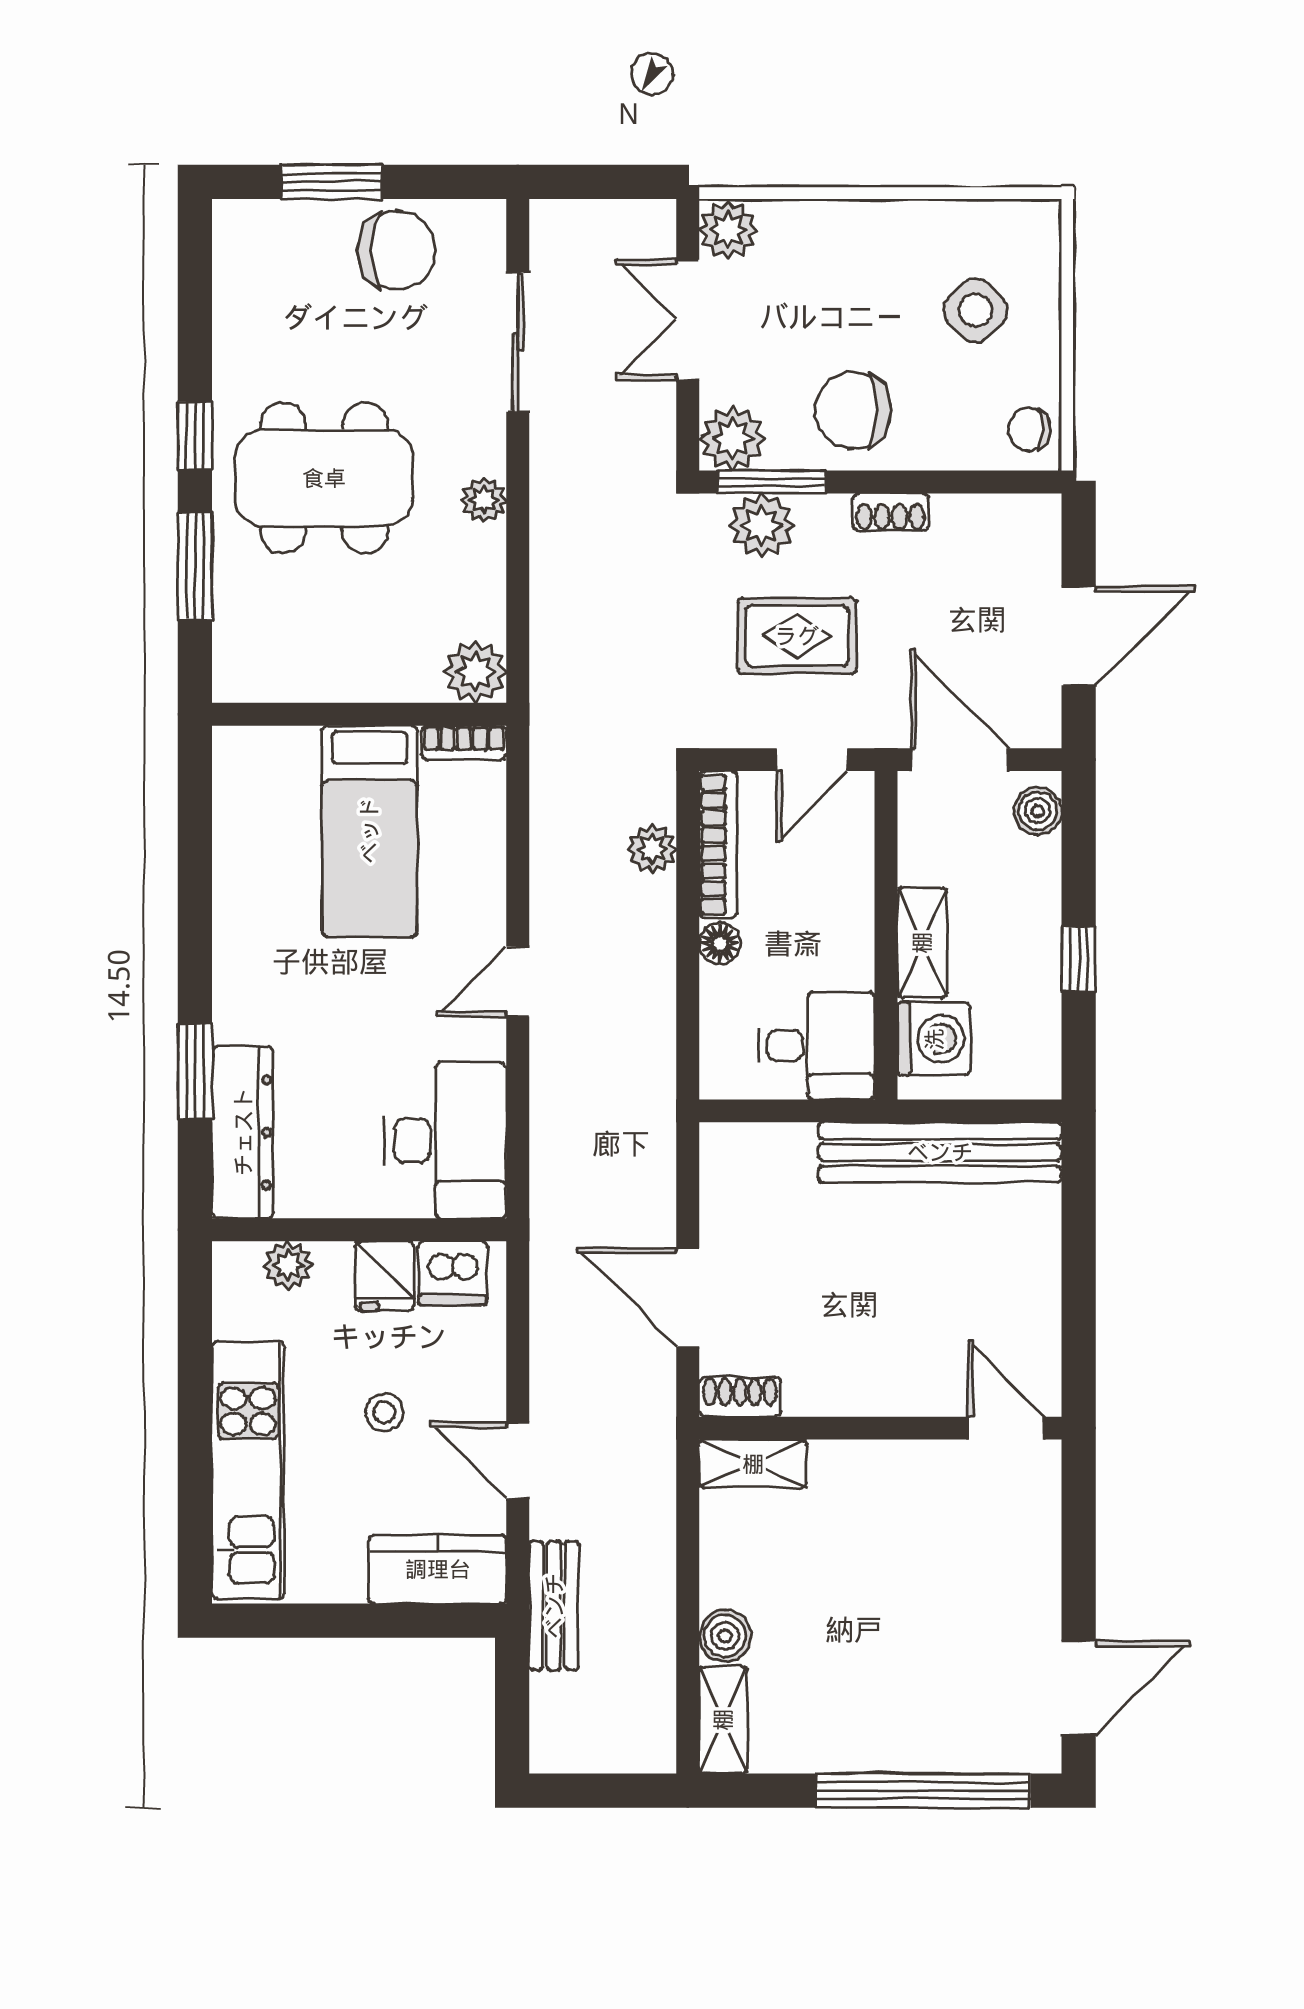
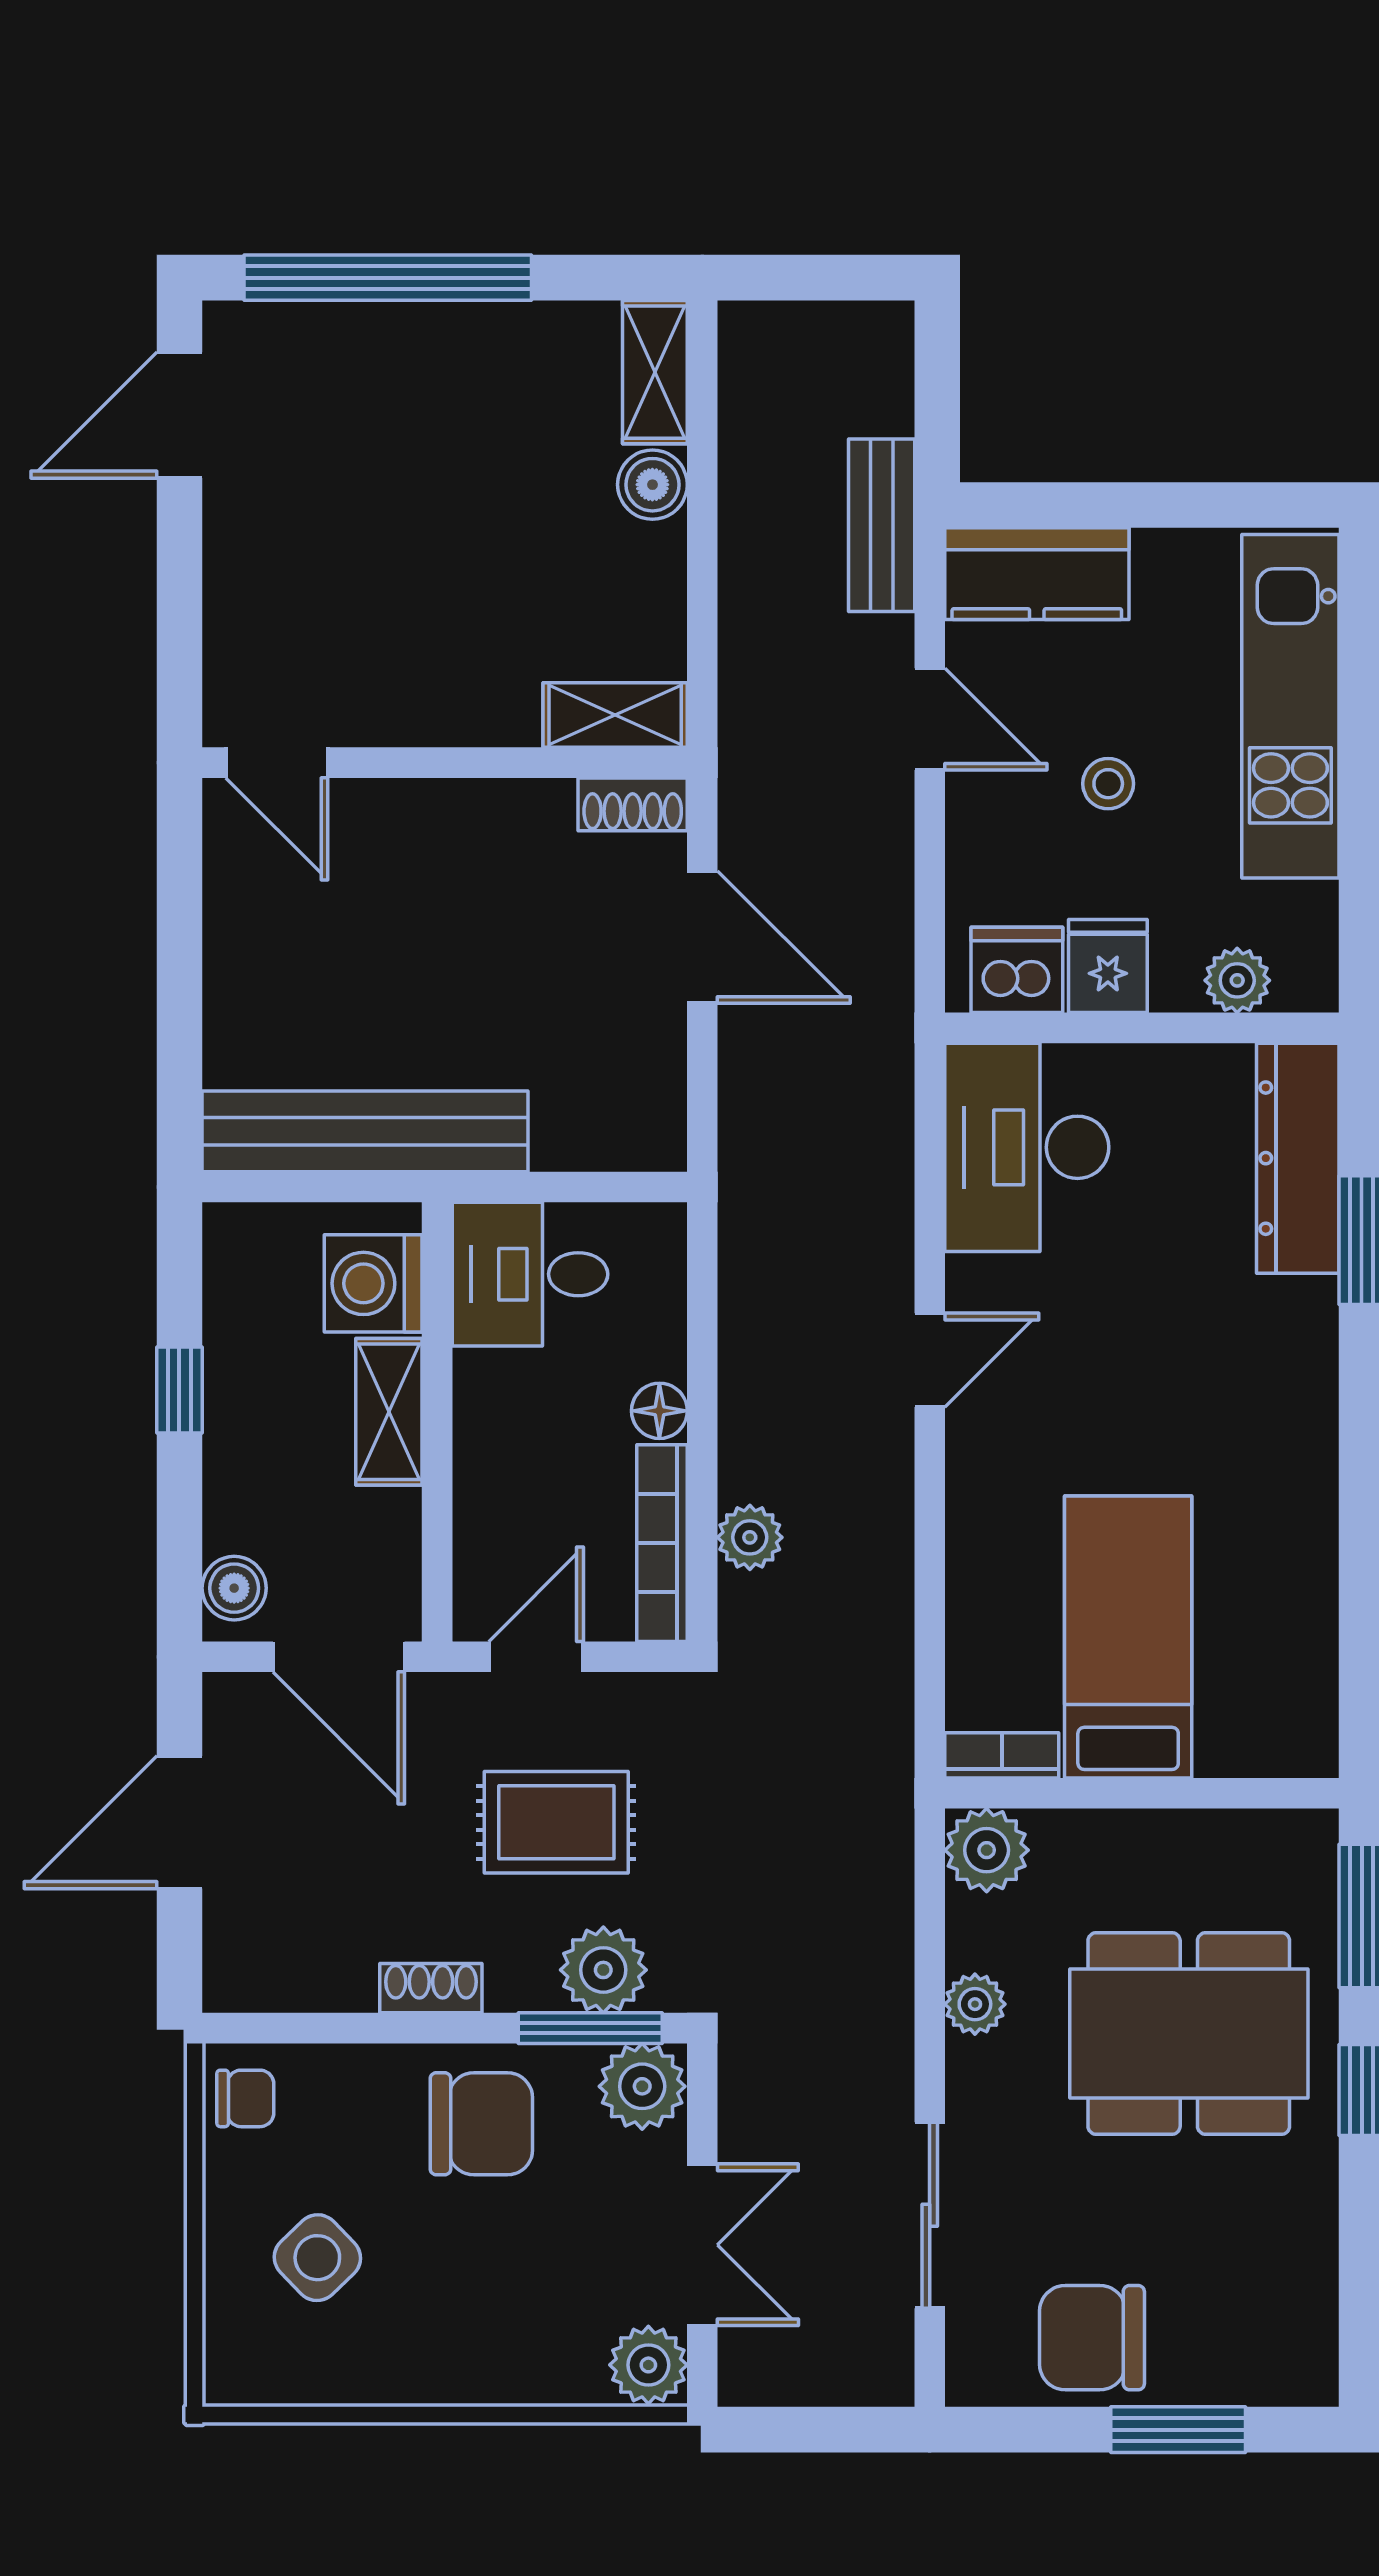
plant: (475, 672) -> (987, 1850), moved
wall: (359, 714) -> (1142, 1793), moved
bookcase: (464, 743) -> (1002, 1755), moved
bed: (369, 831) -> (1128, 1637), moved

